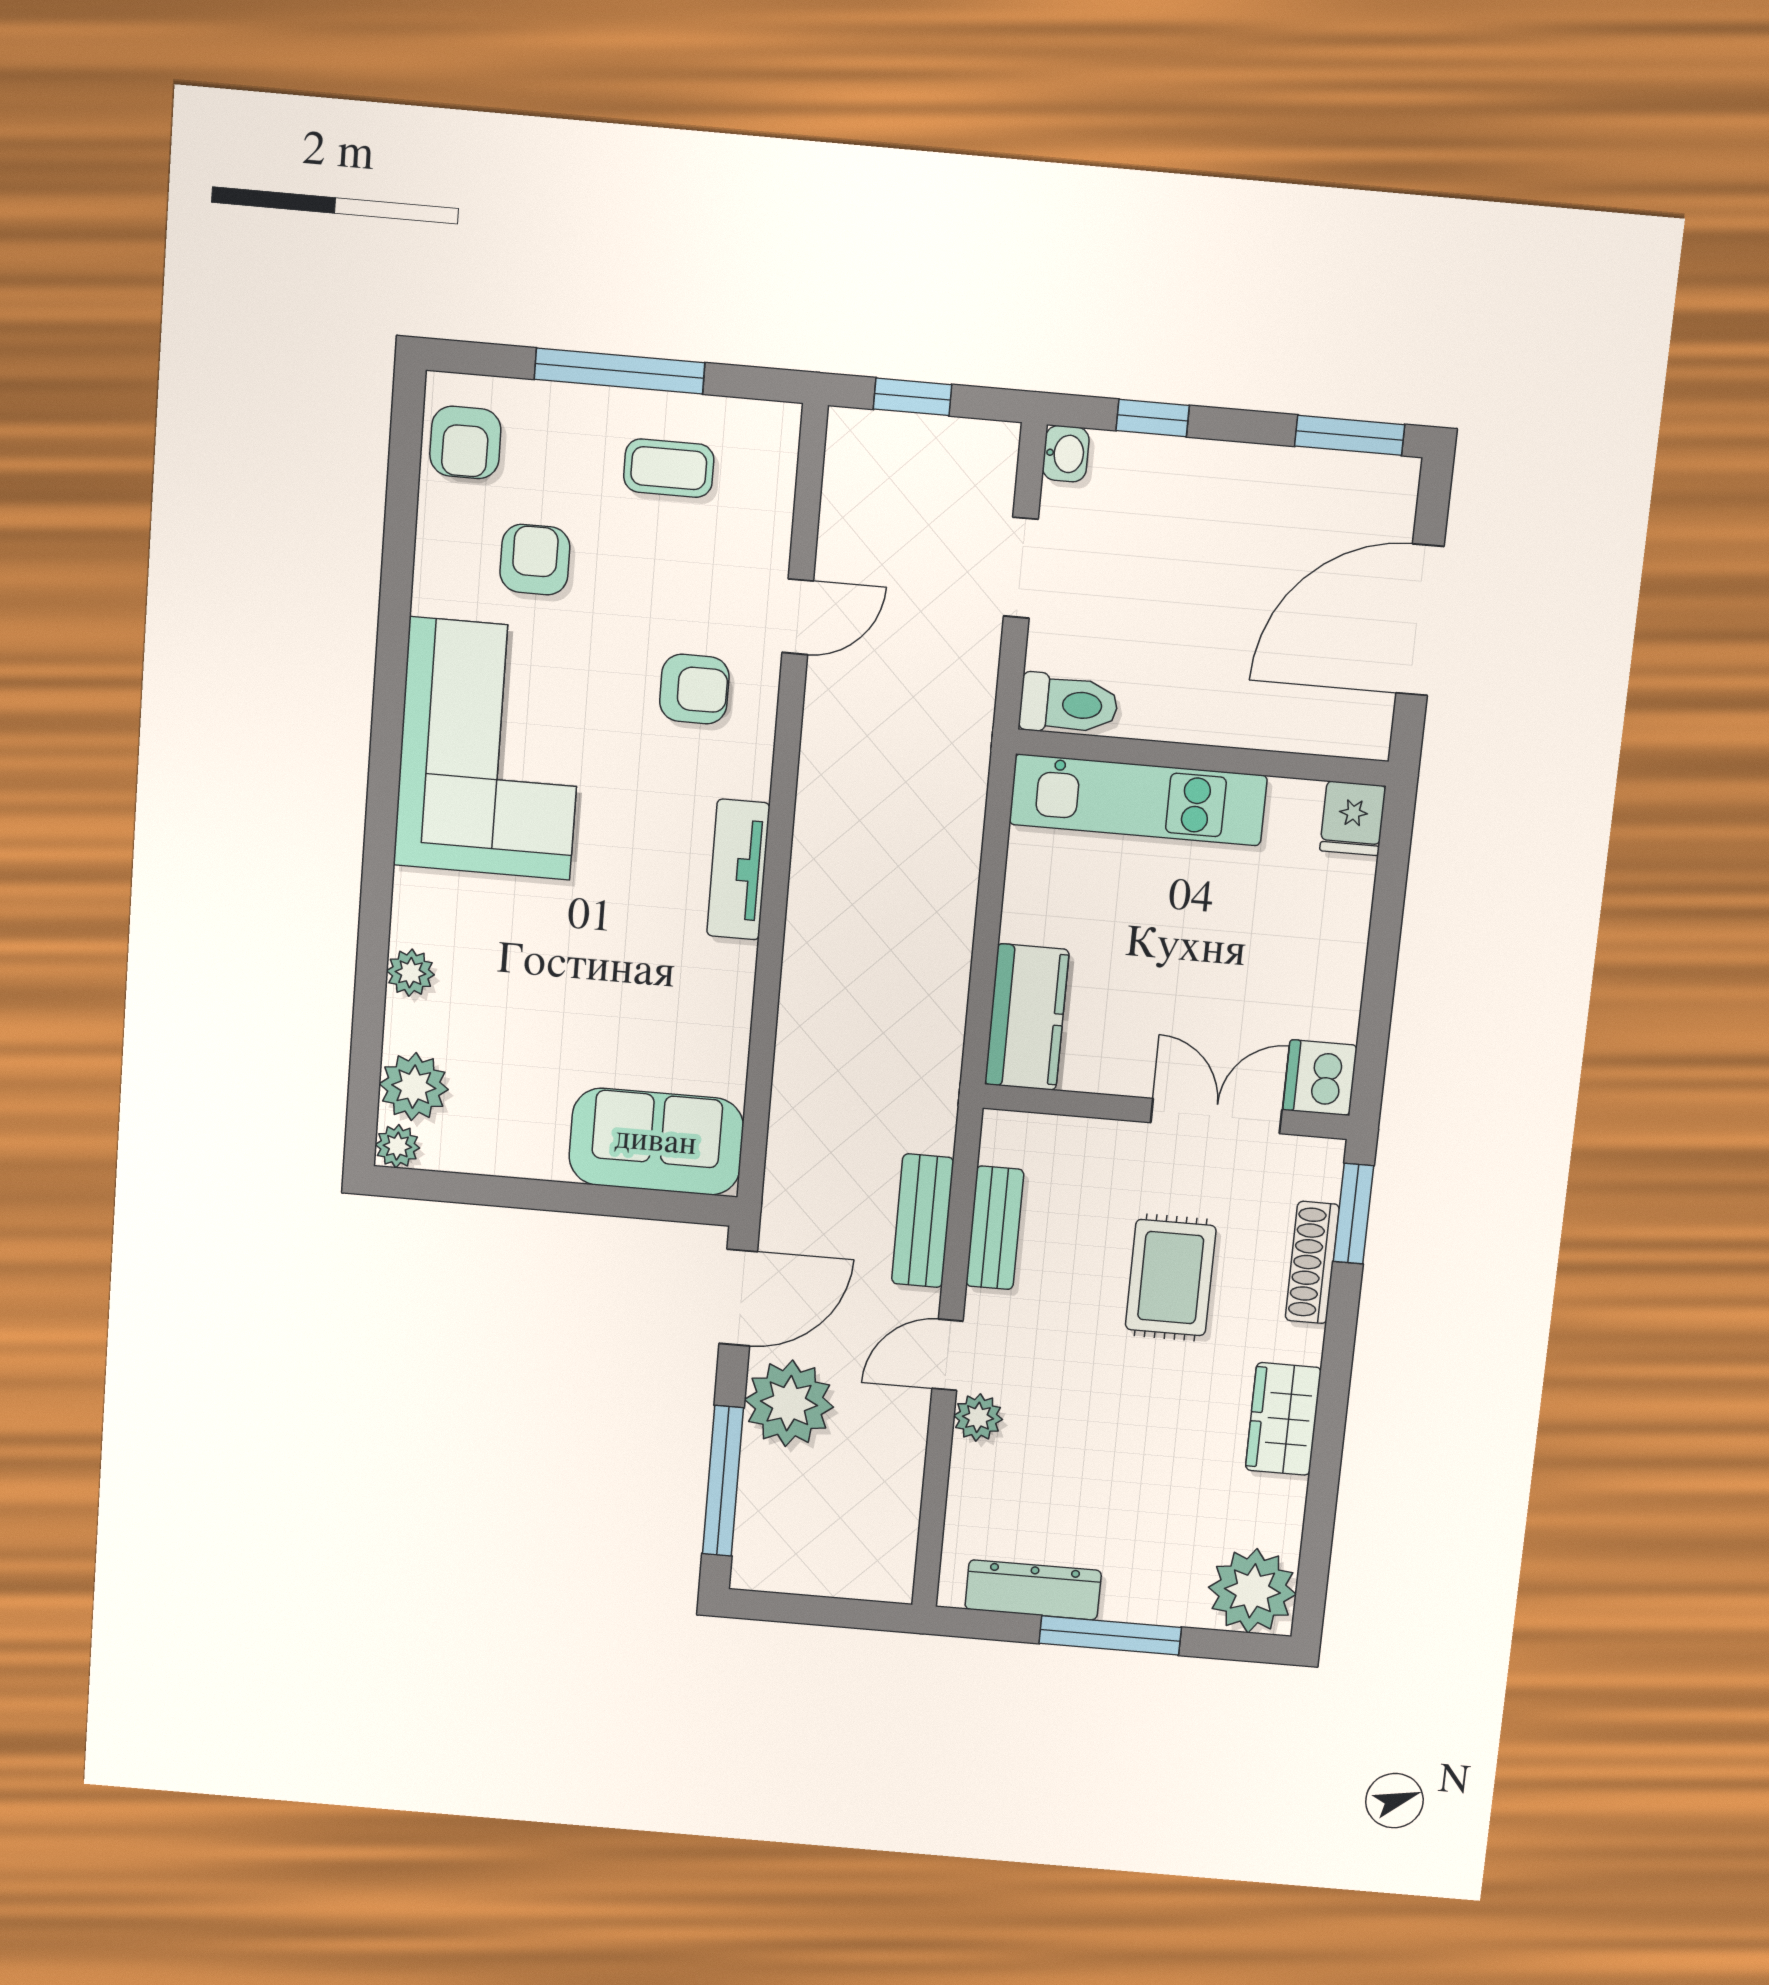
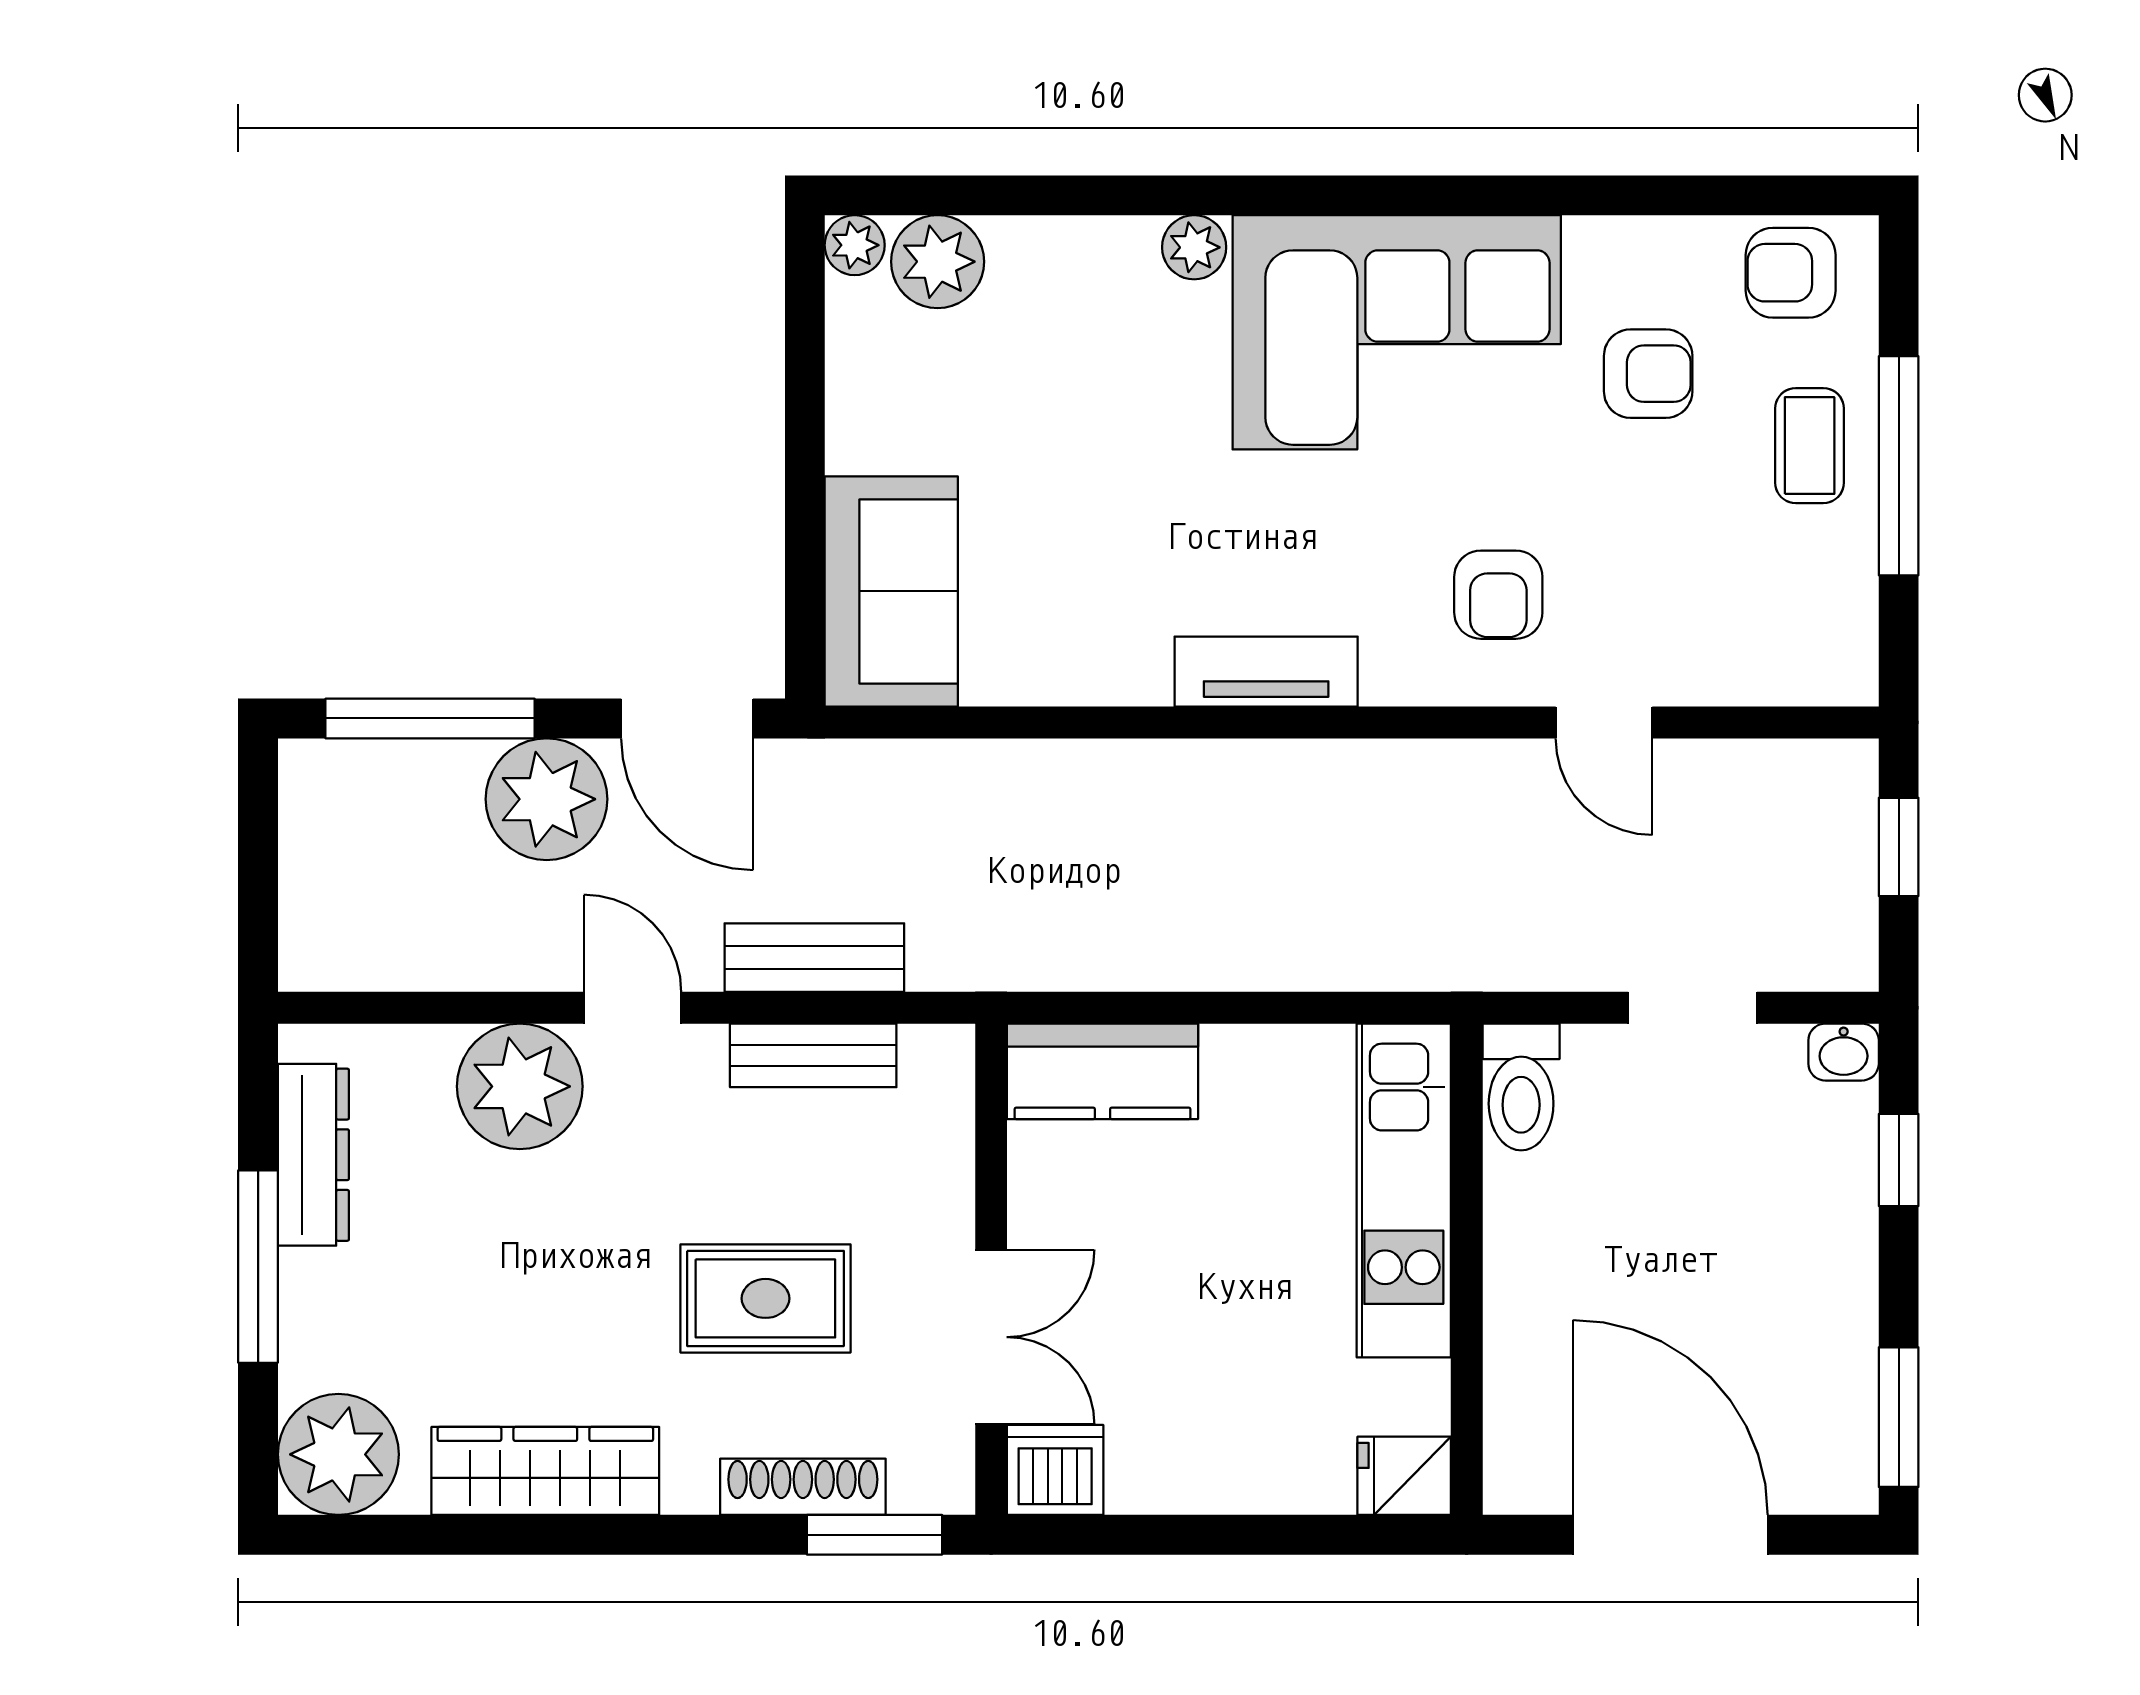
coffee table: (669, 468) -> (1810, 446), moved
plant: (410, 973) -> (1194, 247), moved
plant: (978, 1417) -> (520, 1086), width x1.88, depth x1.88
wardrobe: (1283, 1419) -> (545, 1471), width x1.50

